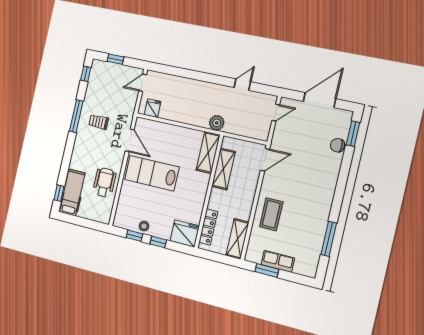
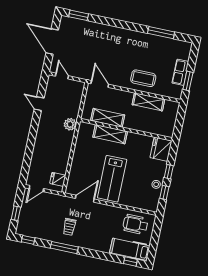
door: (143, 83) -> (36, 189), hinge flipped
chair: (338, 145) -> (88, 27), removed
shelving: (208, 153) -> (110, 134), moved
wheelchair: (104, 182) -> (135, 224), moved
locker: (208, 227) -> (155, 129), removed
shelving: (238, 239) -> (148, 102), moved

